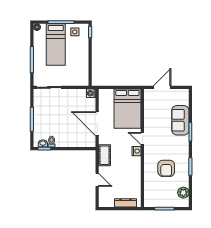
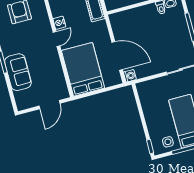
door: (97, 124) -> (117, 56), moved
door: (142, 139) -> (56, 39), hinge flipped

